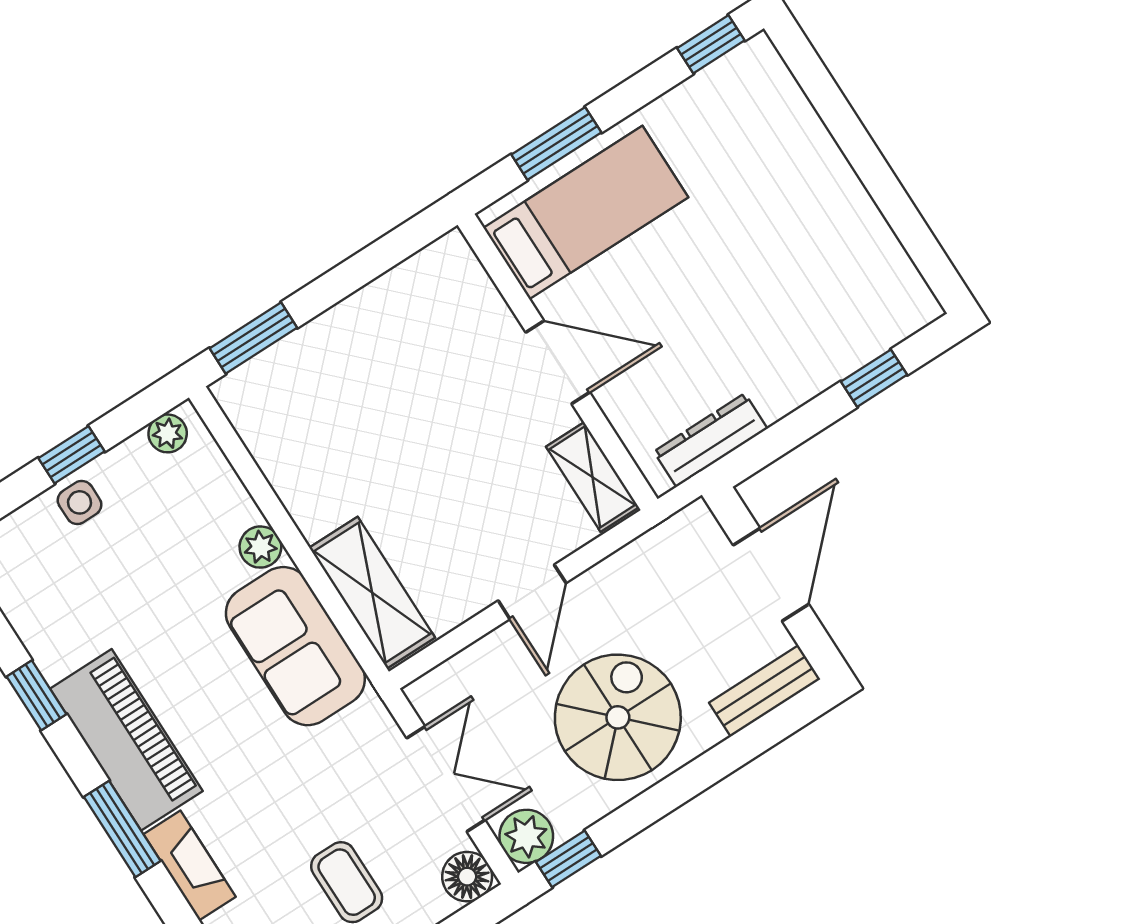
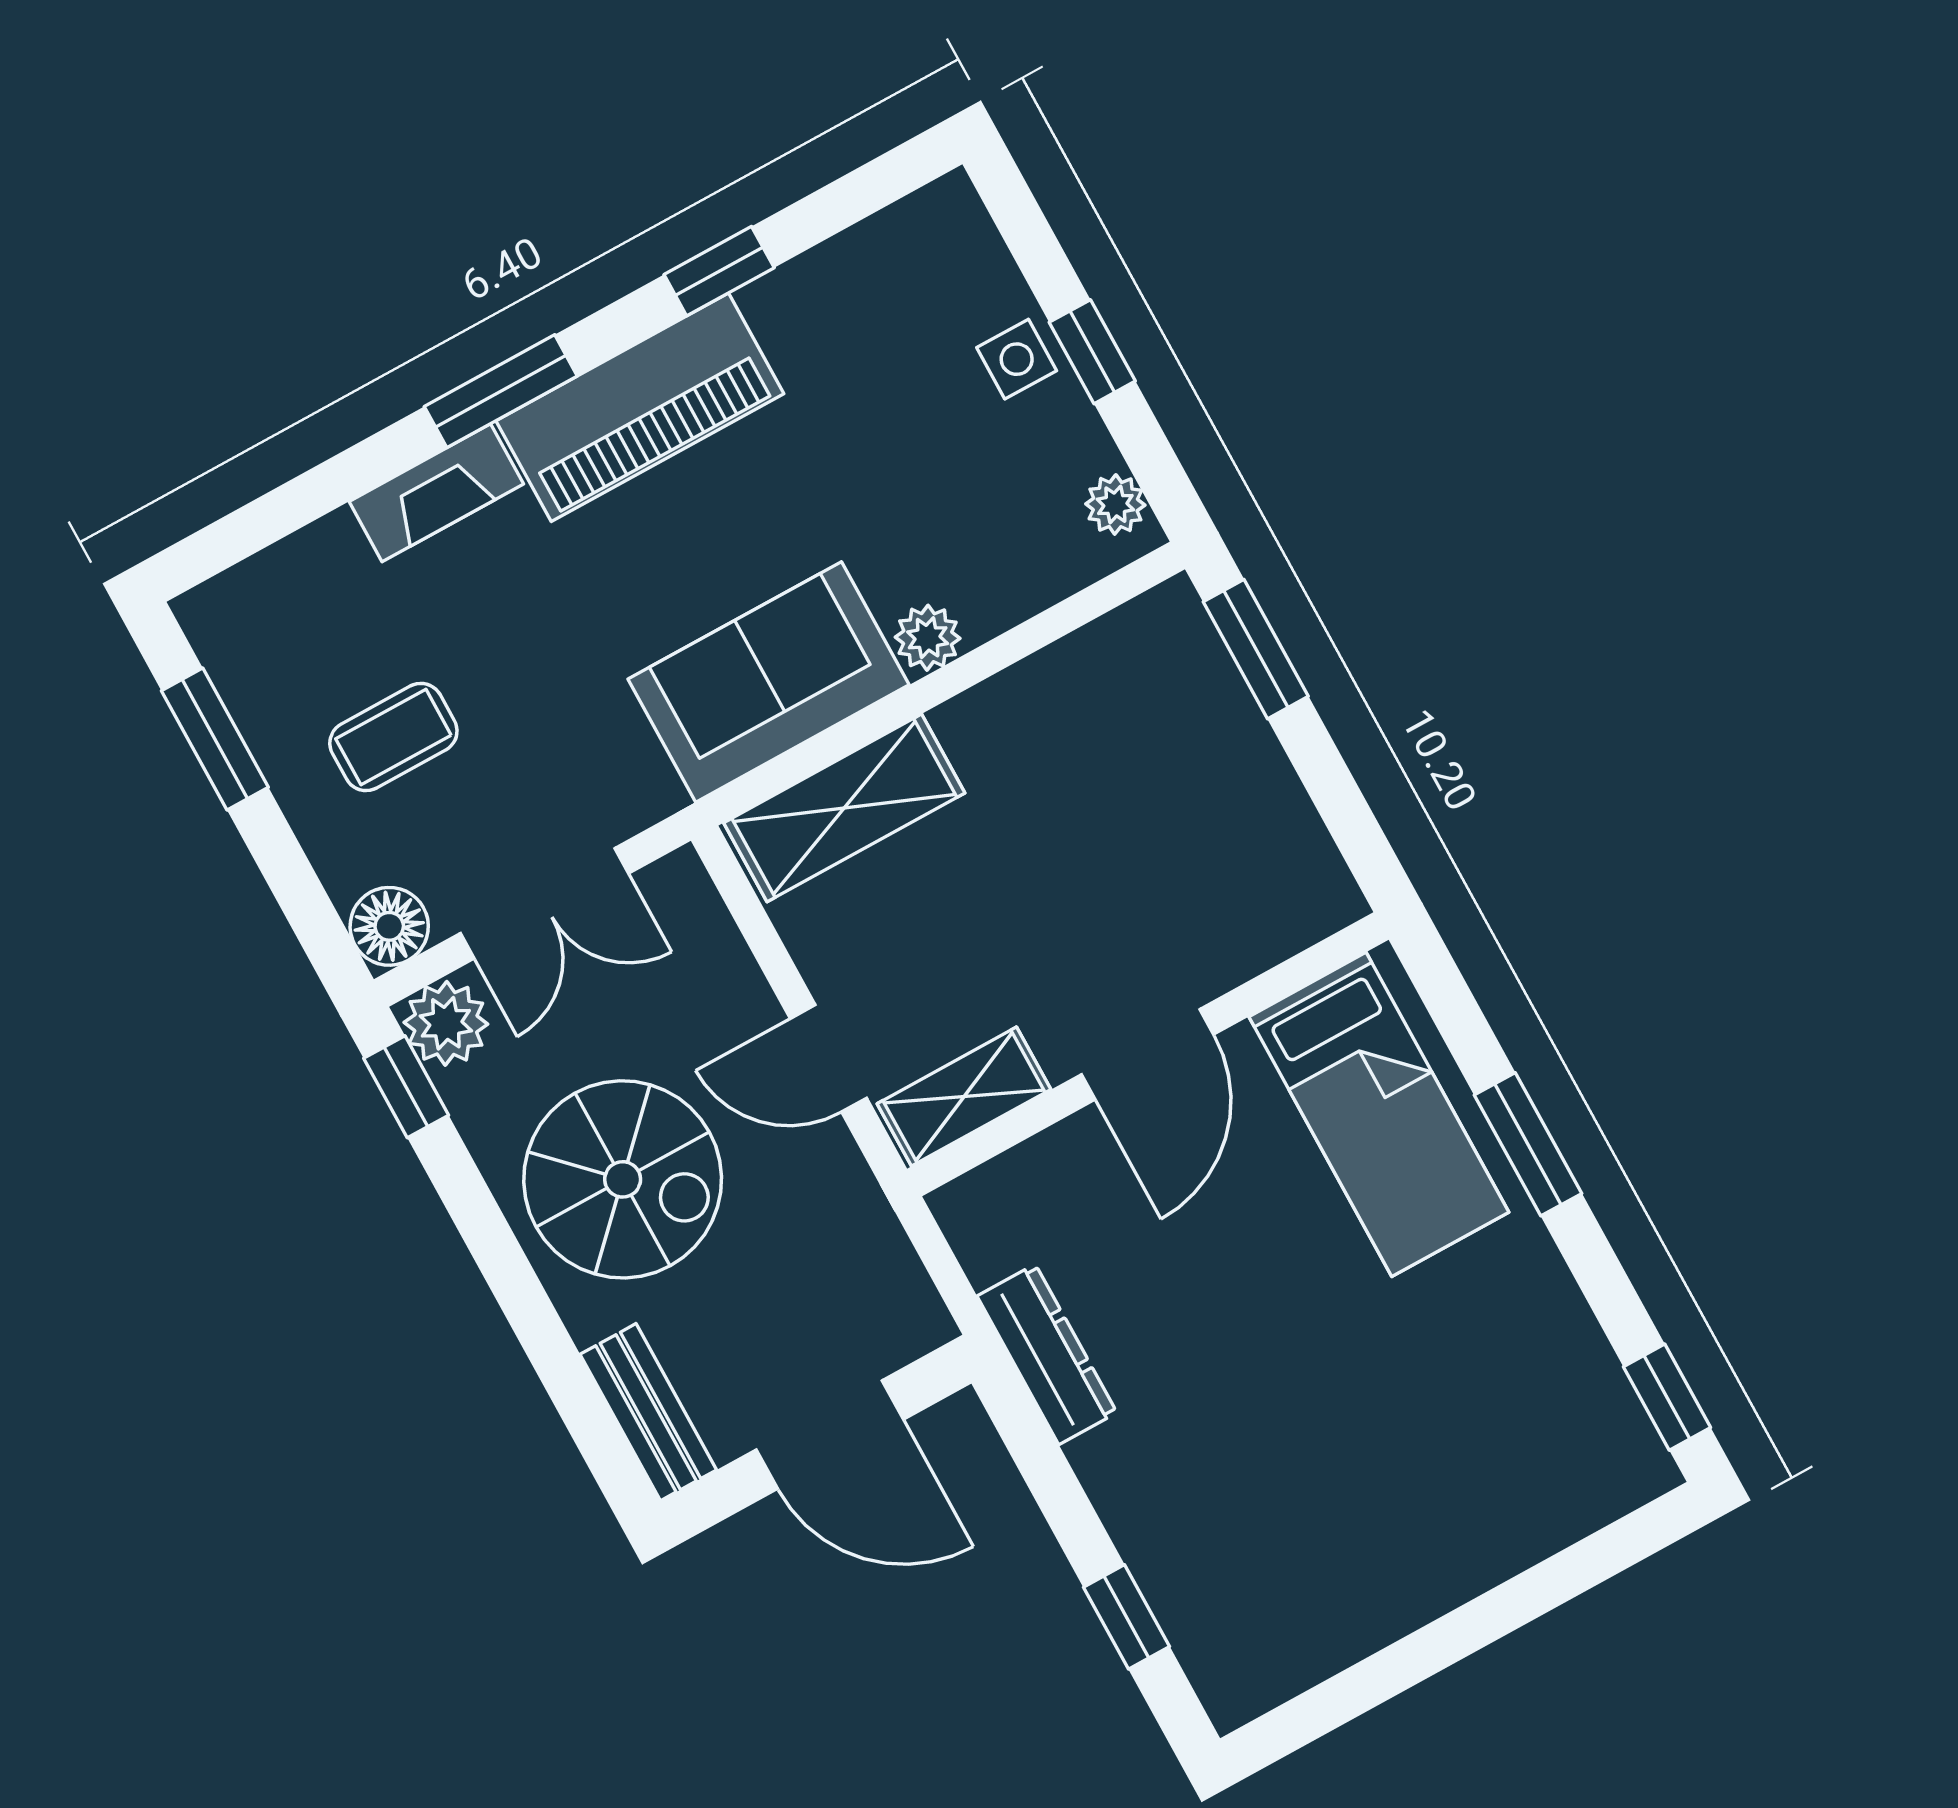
bed: (586, 213) -> (1379, 1114), moved
door: (558, 362) -> (1147, 1054), moved
wall: (558, 362) -> (1148, 1054), moved
shelving: (592, 477) -> (964, 1097), moved

